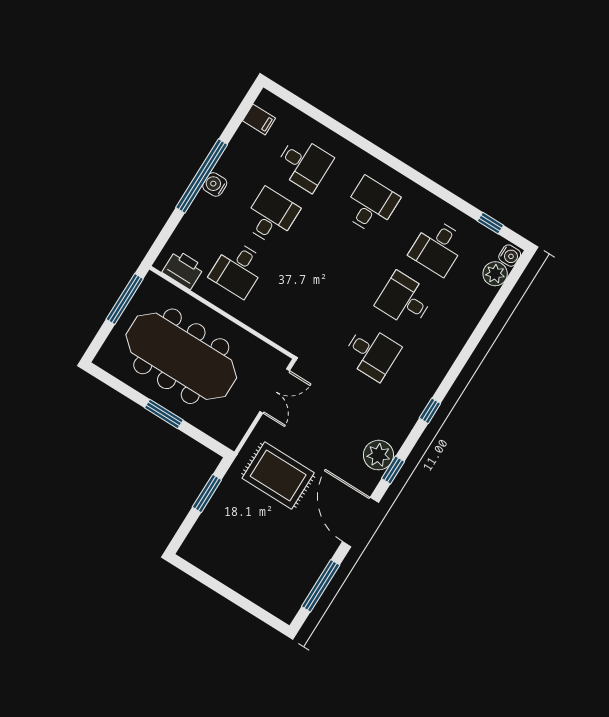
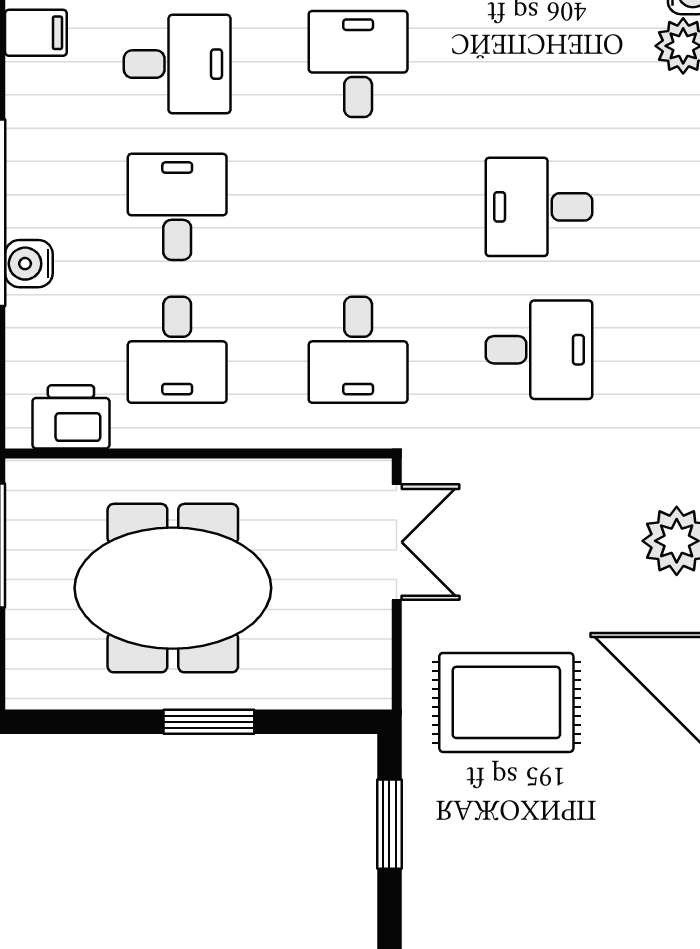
water cooler: (215, 184) -> (29, 264), moved
desk: (438, 247) -> (358, 350), moved
meeting table: (181, 356) -> (173, 588), width x0.73

